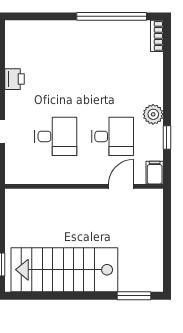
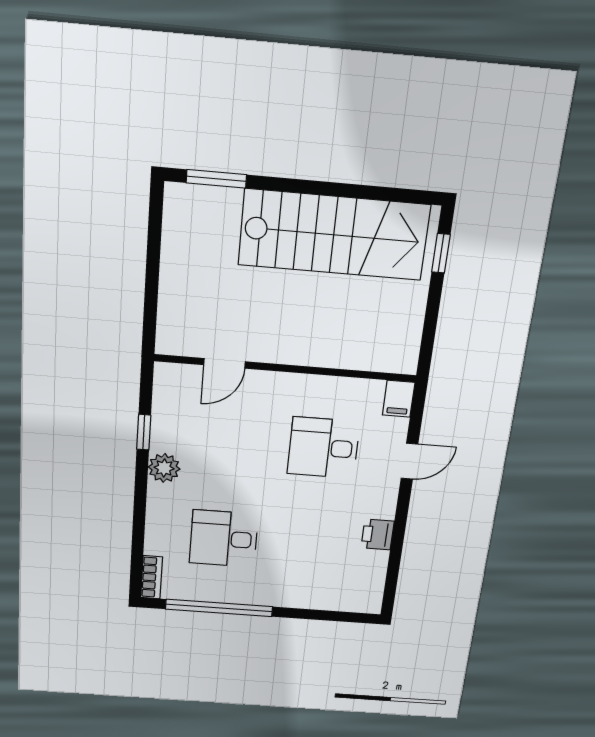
desk: (112, 136) -> (224, 539), moved
filing cabinet: (155, 173) -> (399, 399), moved

